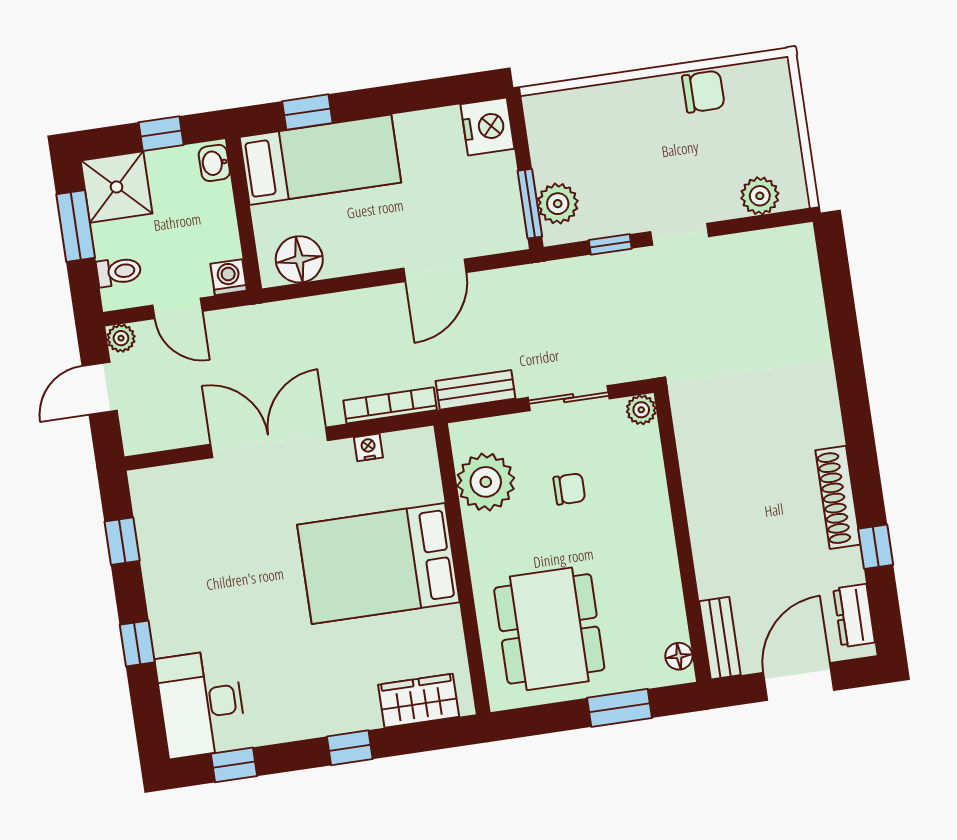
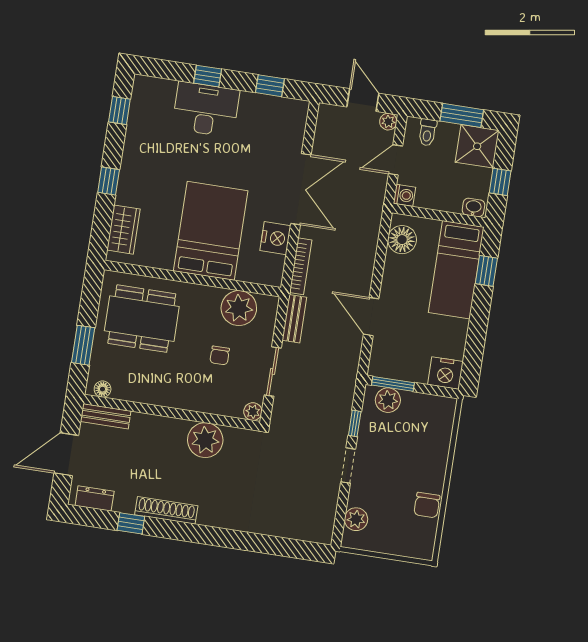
nightstand: (368, 447) -> (275, 238), width x1.89, depth x1.79
plant: (709, 471) -> (205, 440), added
door: (799, 681) -> (66, 454), swing flipped
desk: (201, 704) -> (206, 109), moved

